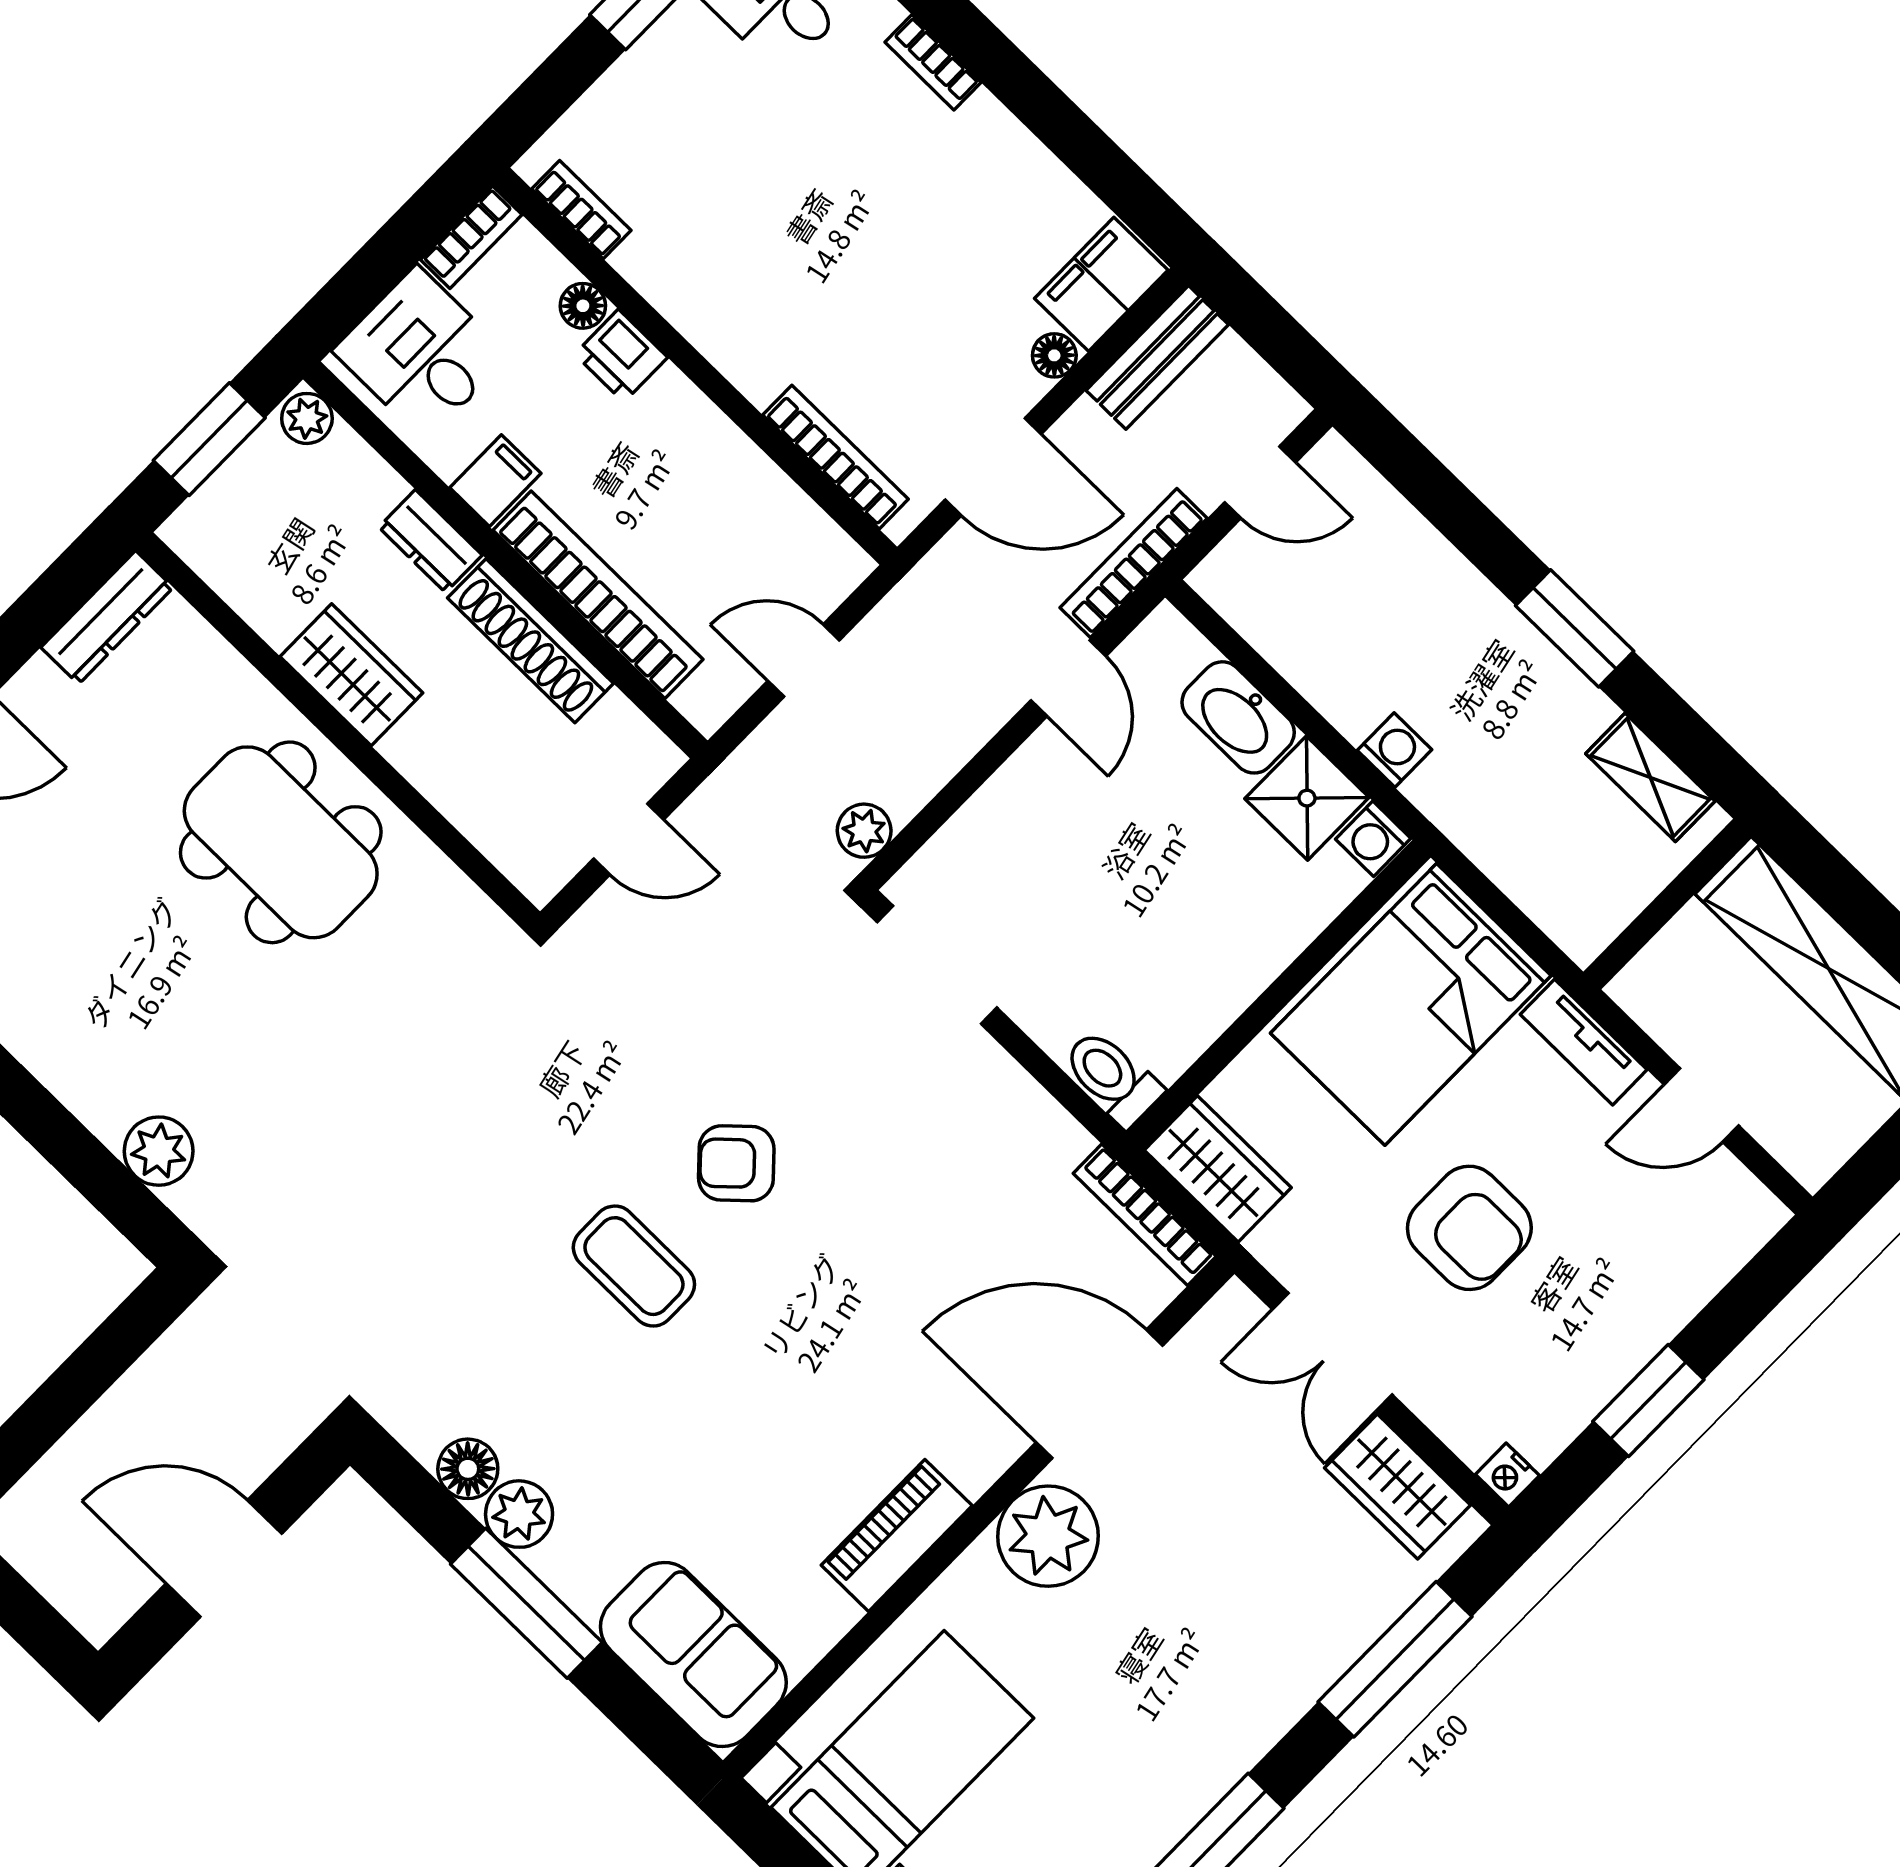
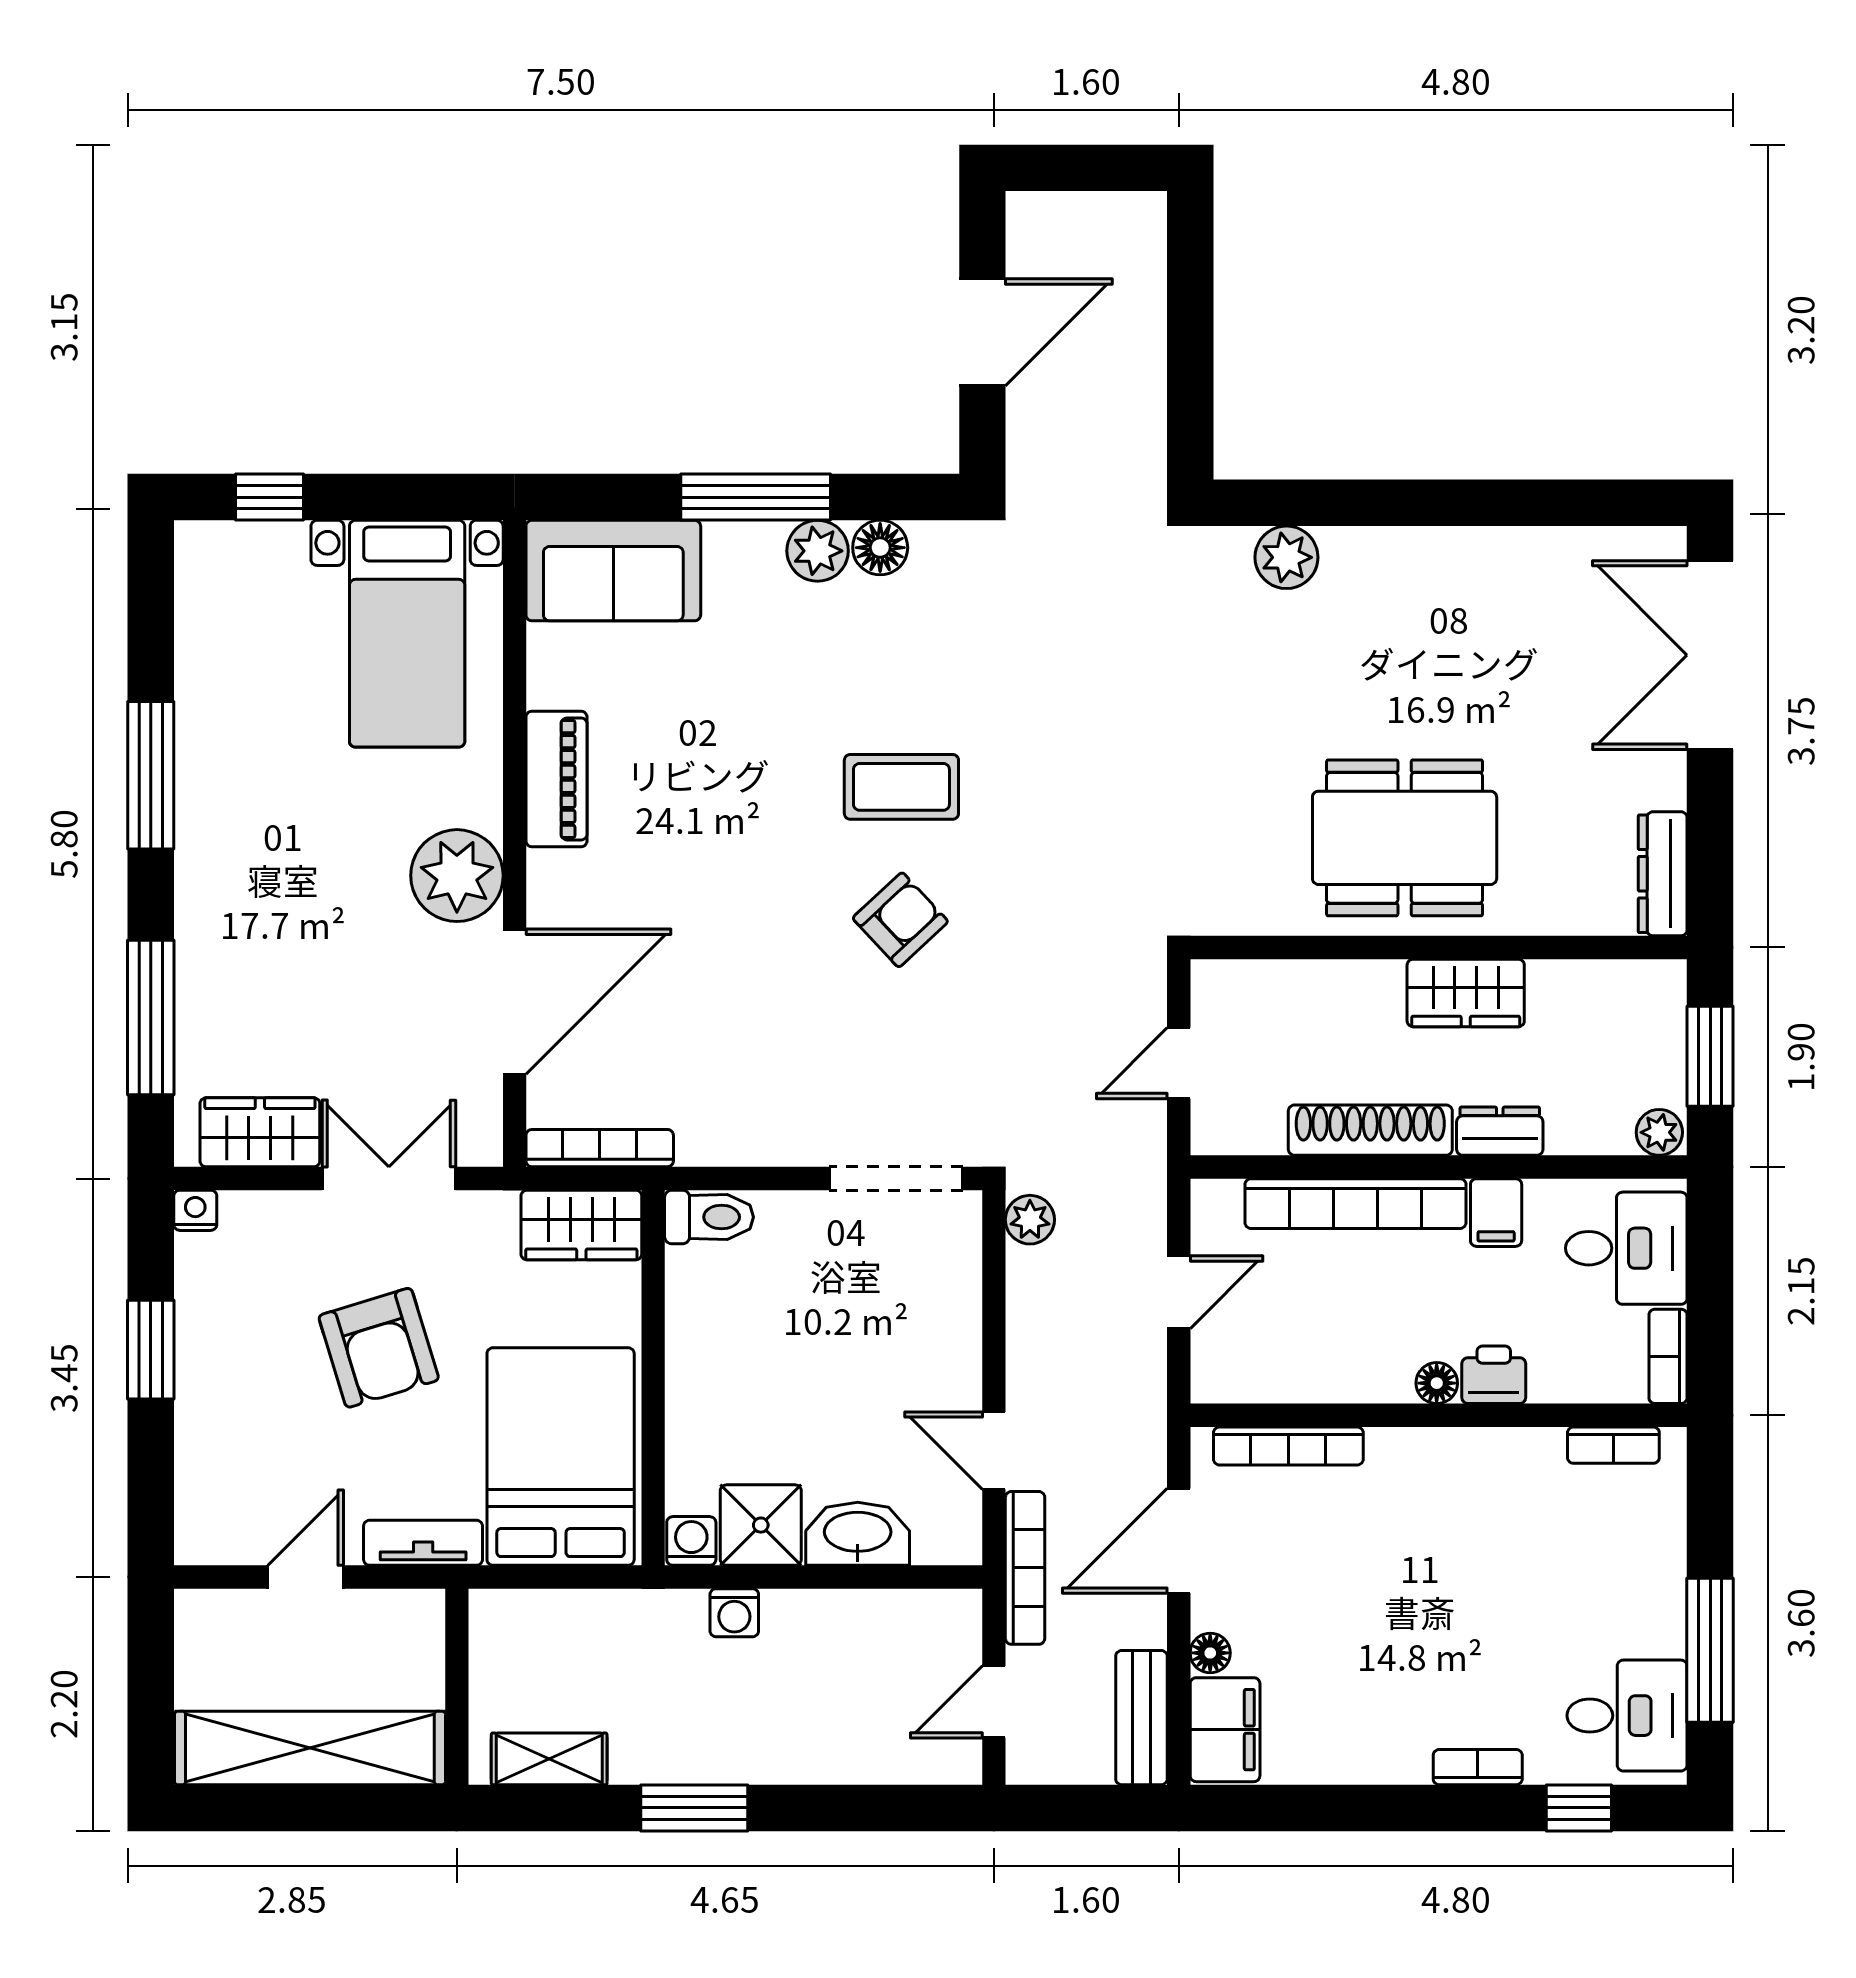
floor lamp: (583, 306) -> (1437, 1383), moved
armchair: (1469, 1228) -> (379, 1348), turned -107

